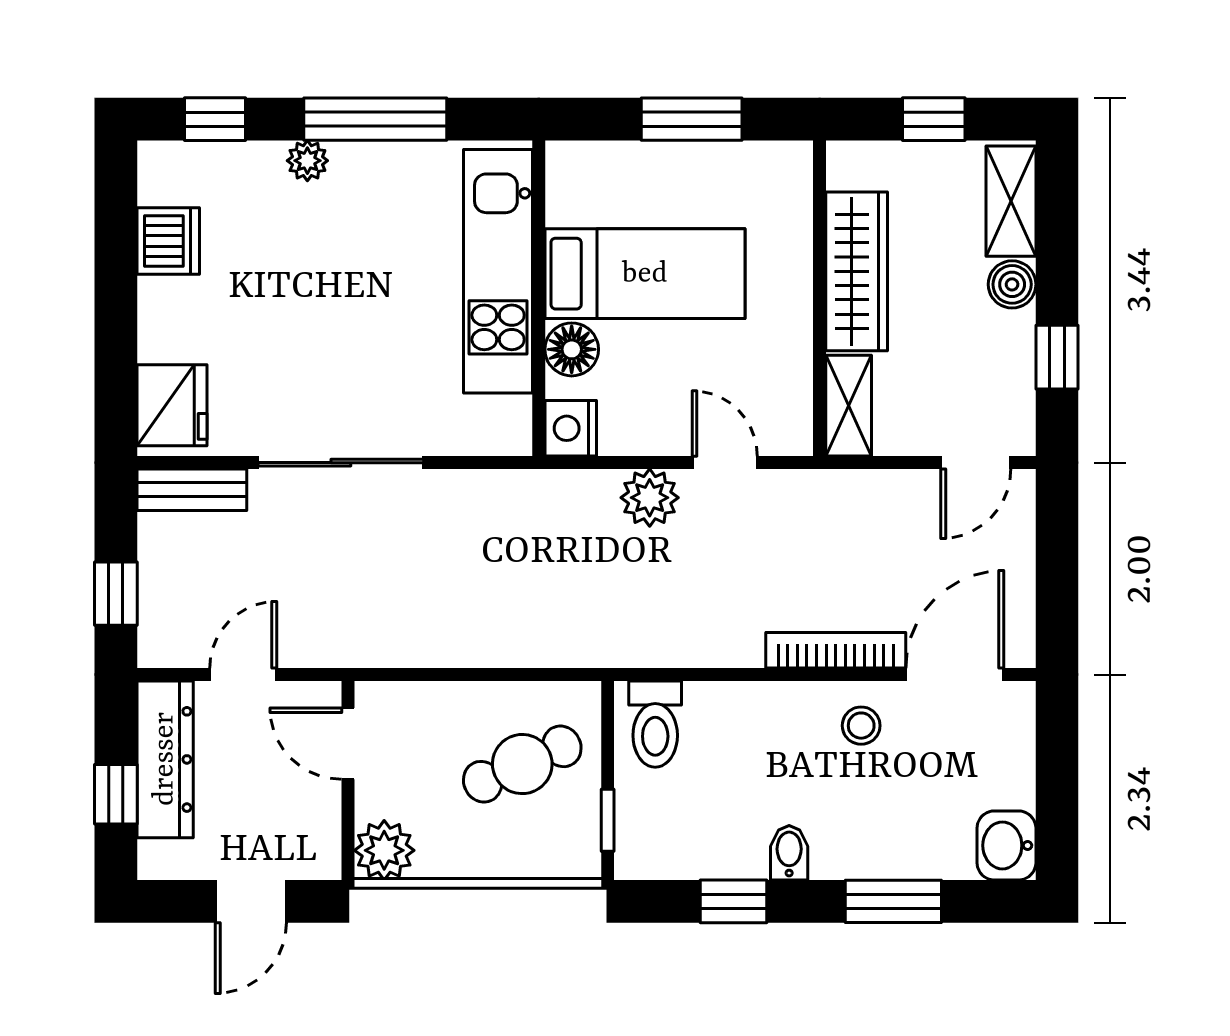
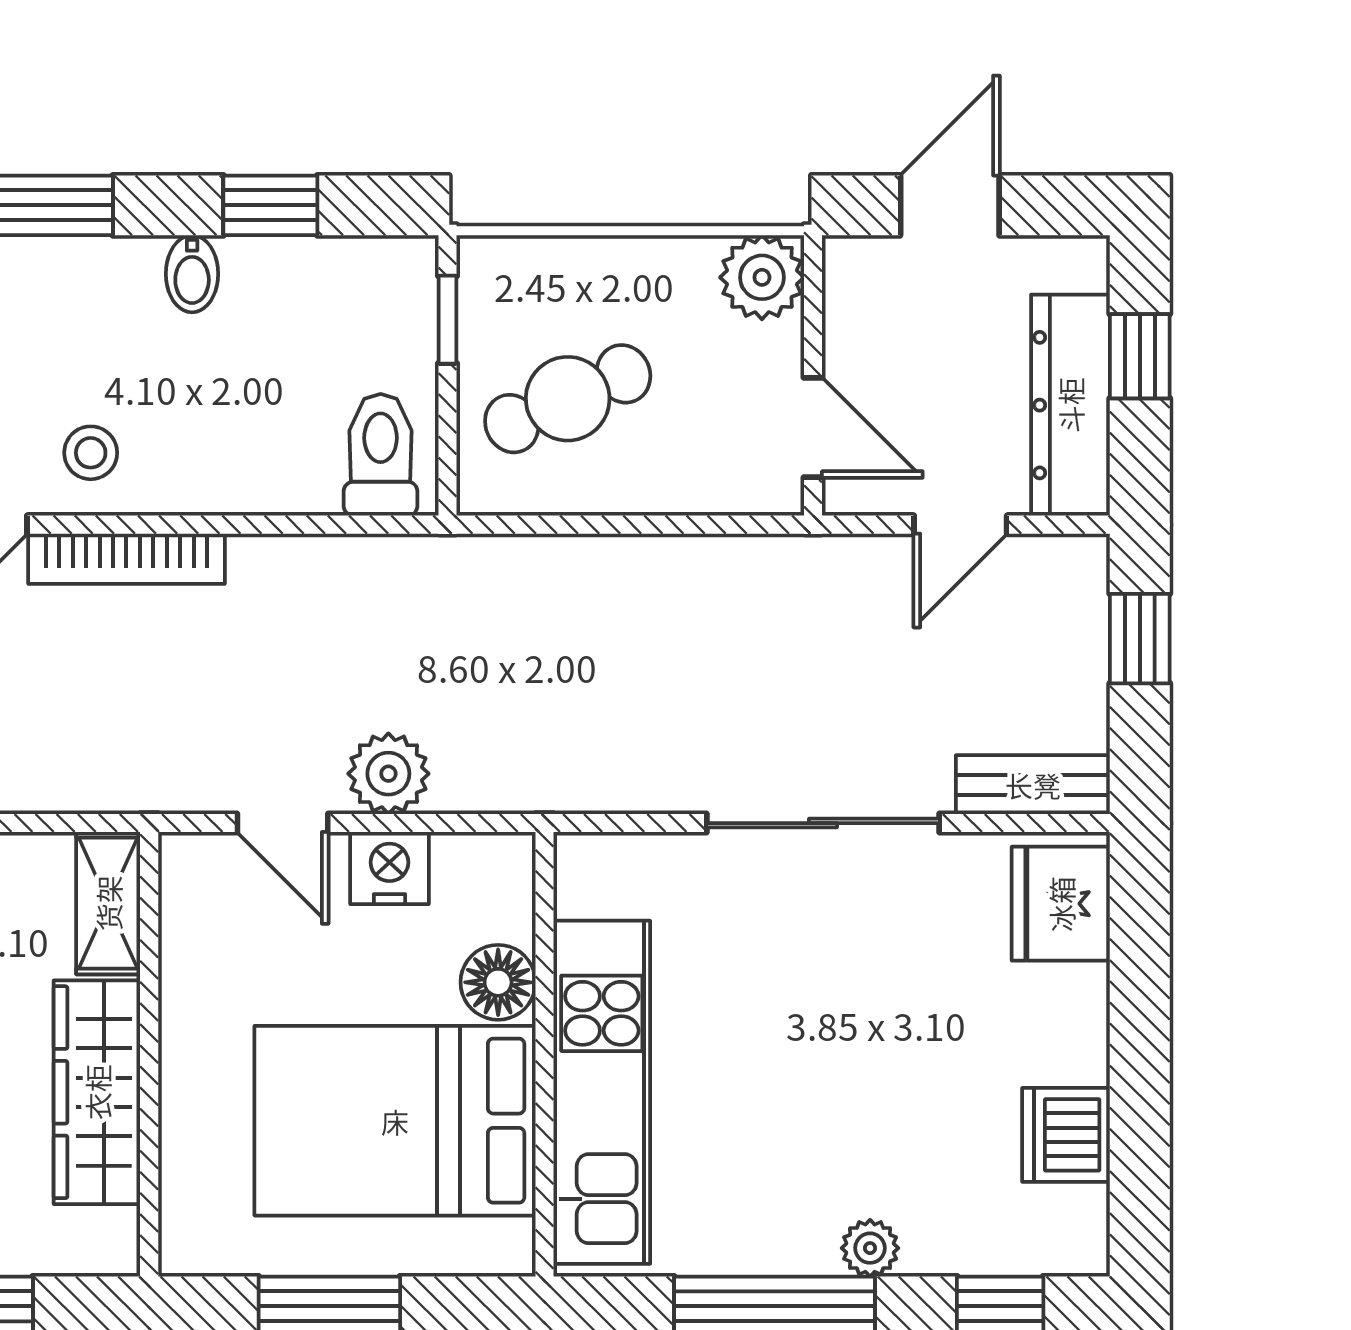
bed: (645, 274) -> (395, 1121), width x1.50
nightstand: (571, 428) -> (389, 868), moved, turned -90

